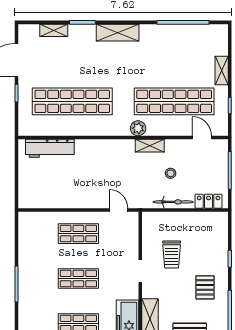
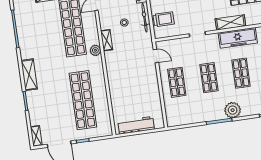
shelving: (54, 30) -> (36, 136), moved
workbench: (50, 148) -> (136, 125), moved, turned -90
door: (119, 210) -> (156, 56), swing flipped
trolley: (172, 255) -> (164, 19), moved
plant: (29, 305) -> (233, 110), added

